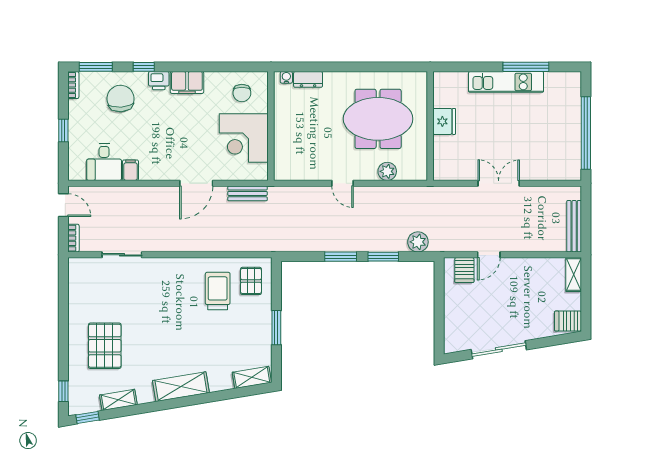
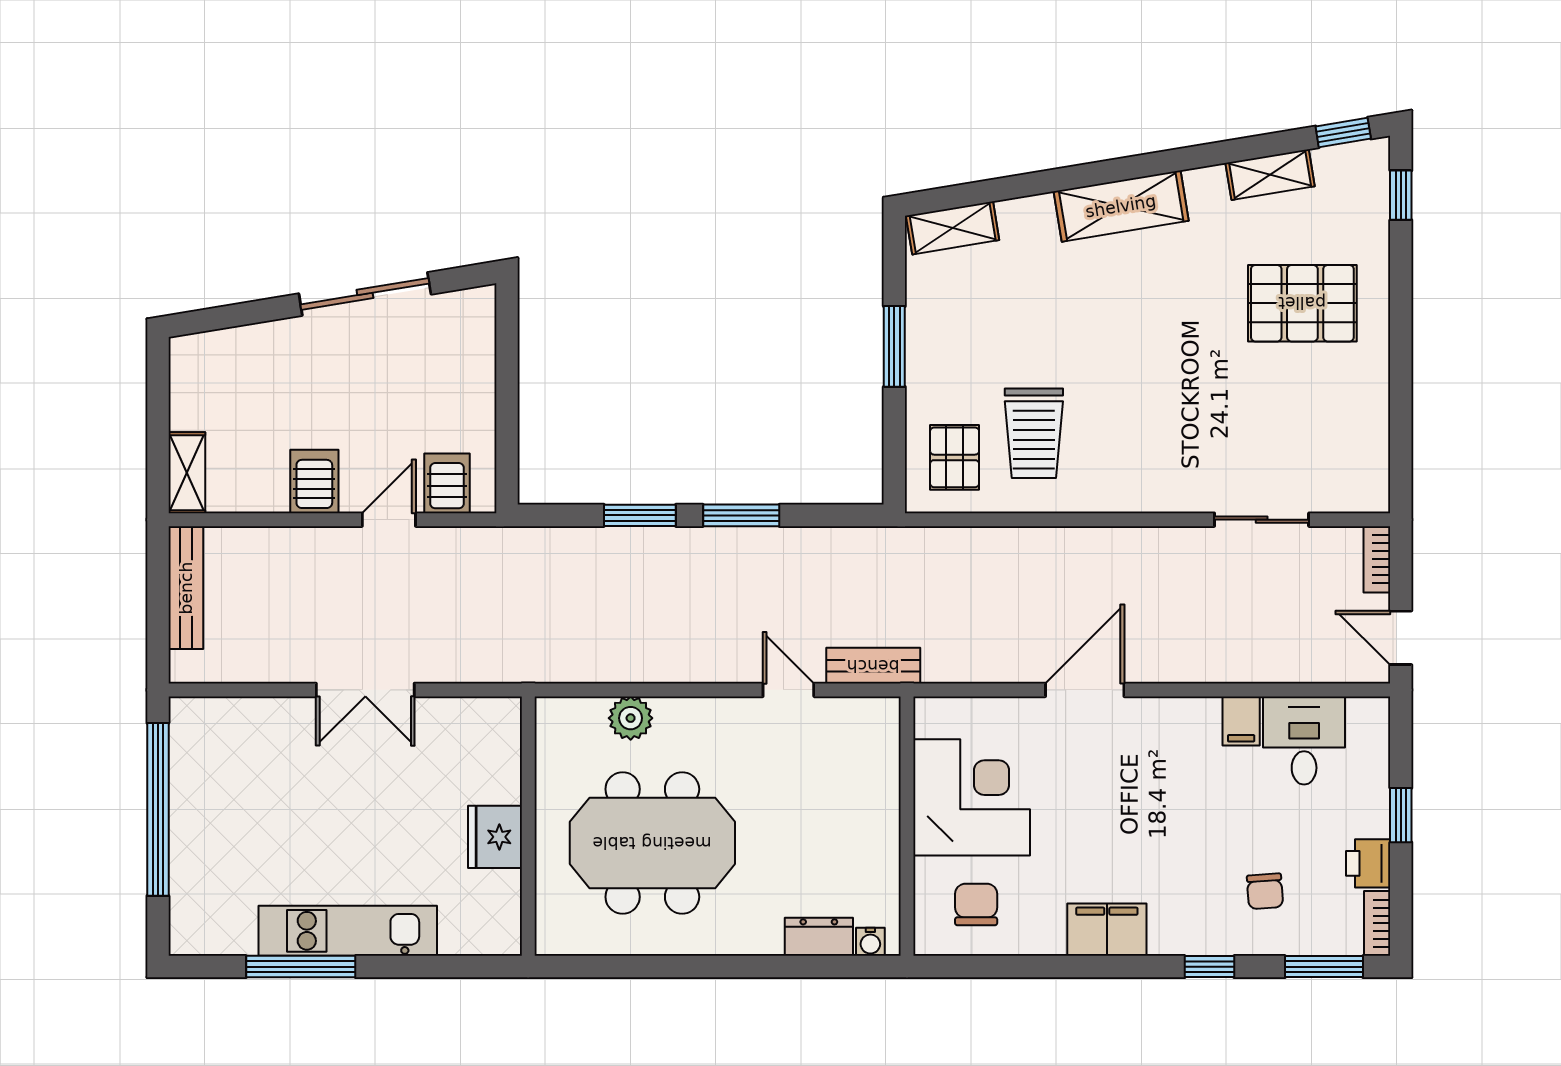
printer: (159, 81) -> (1368, 863), moved, turned -90
chair: (121, 99) -> (1265, 891), width x0.54, depth x0.54
door: (343, 183) -> (788, 690), moved
bench: (247, 193) -> (873, 666), moved
plant: (418, 242) -> (557, 550), removed
server rack: (568, 321) -> (314, 481), moved, turned -90
pallet: (105, 346) -> (1302, 303), turned 90

